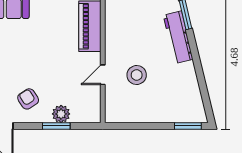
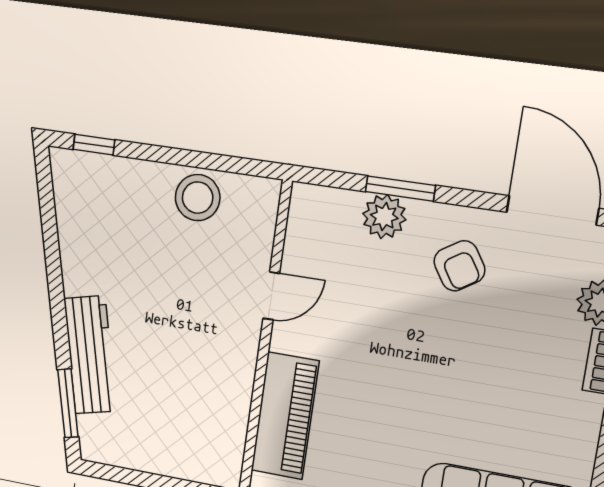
stool: (137, 75) -> (198, 198), moved
window: (188, 126) -> (94, 145), width x0.67

